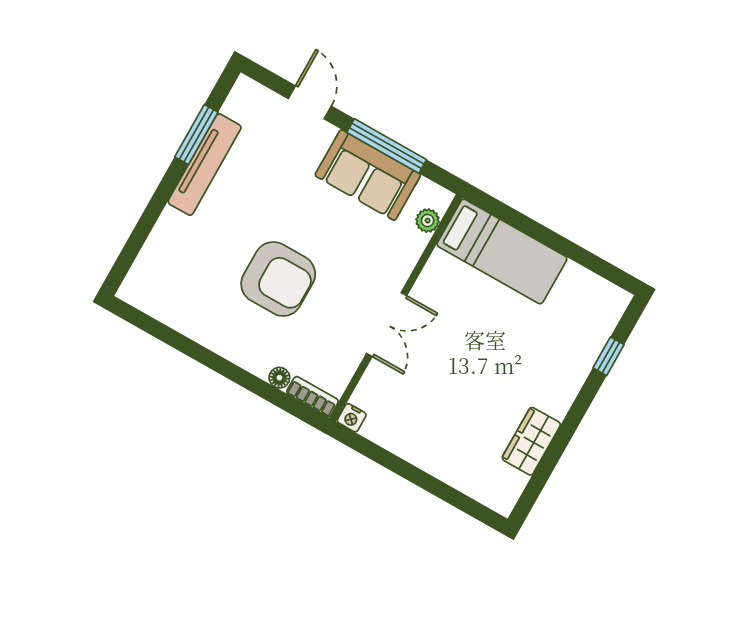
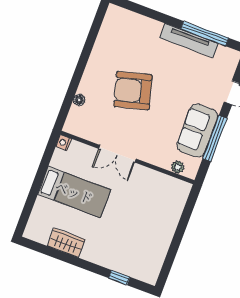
window: (196, 135) -> (205, 34), width x1.44
bed: (502, 252) -> (74, 192), moved, turned -90
armchair: (278, 279) -> (133, 91), turned 75
bookcase: (312, 397) -> (72, 120), removed

